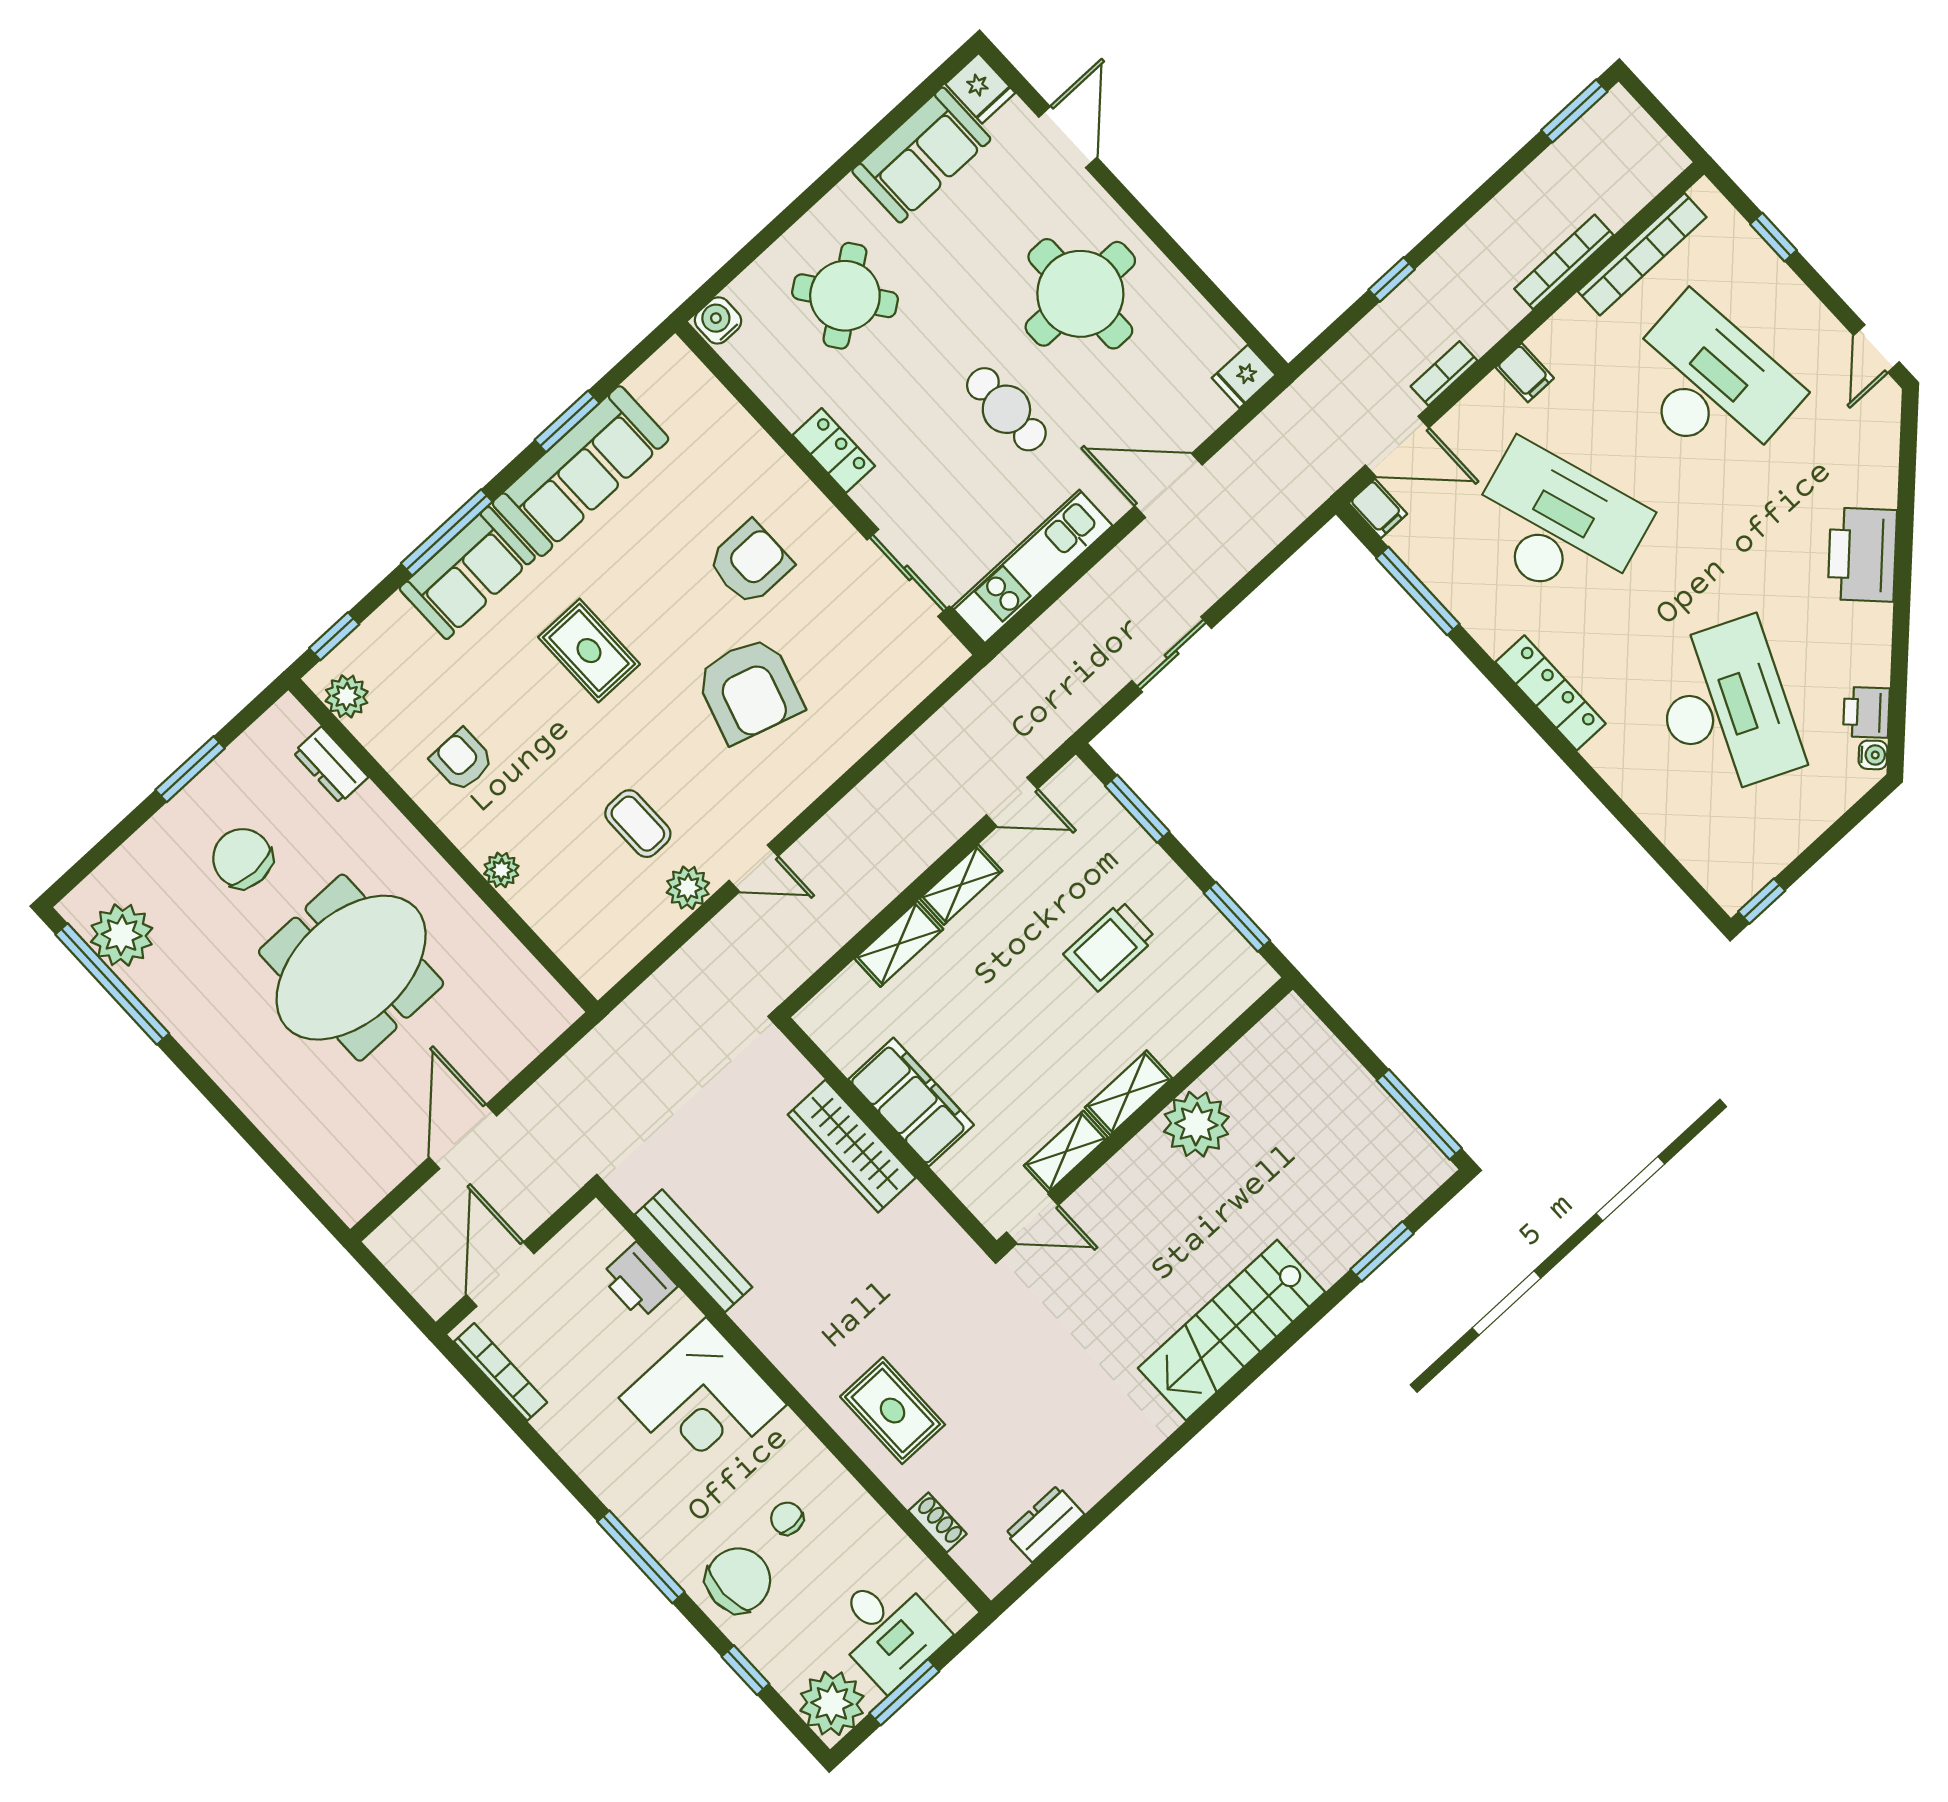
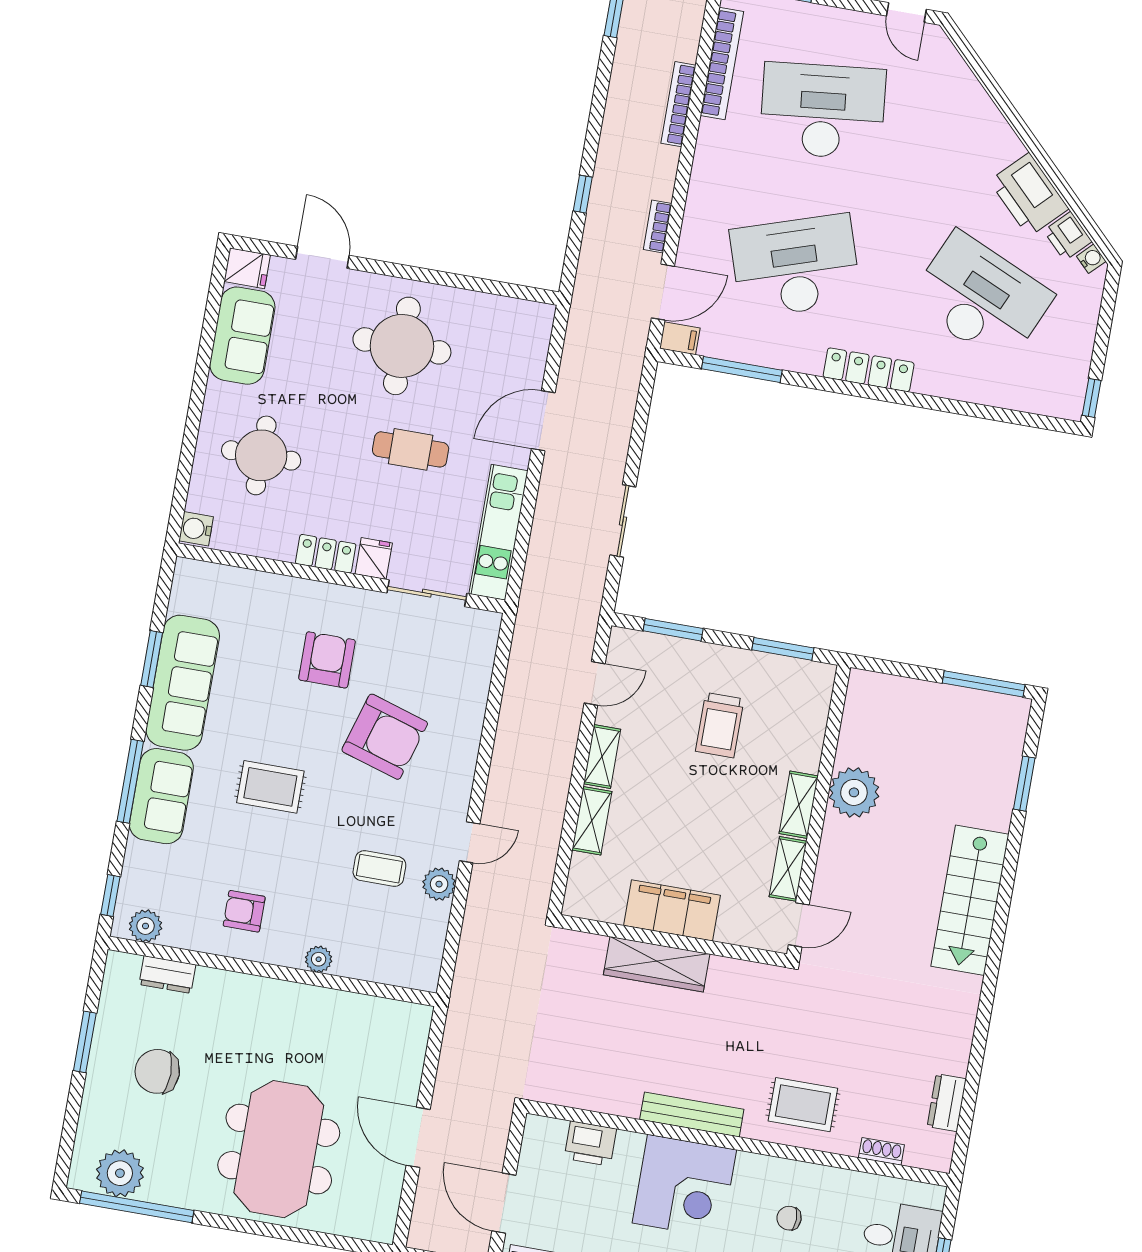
round table: (845, 296) -> (261, 455), turned 36
filing cabinet: (1525, 373) -> (706, 189), removed
fridge: (1244, 376) -> (374, 558), moved, turned 180
printer: (1862, 555) -> (1029, 195), moved
meeting table: (351, 968) -> (279, 1149), moved
bench: (694, 1251) -> (692, 1114), moved

